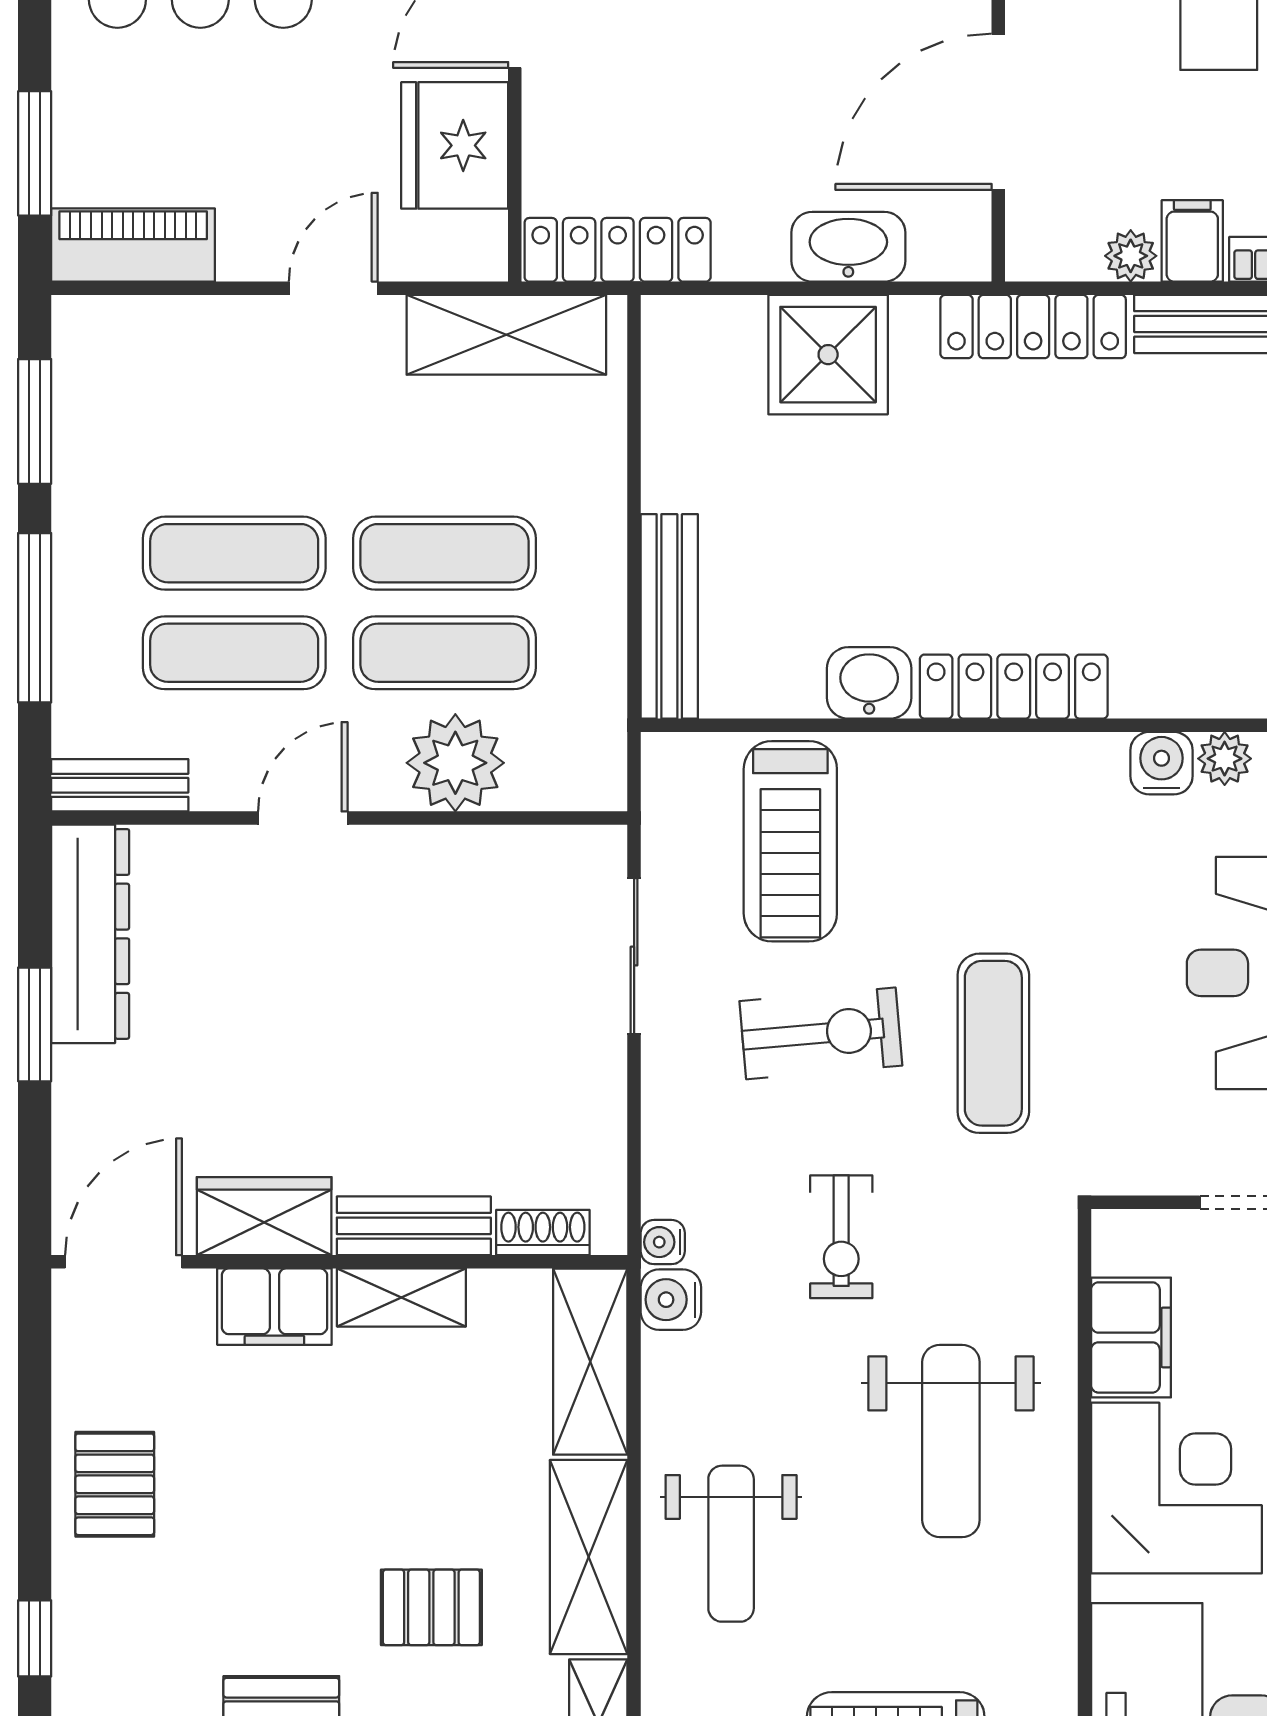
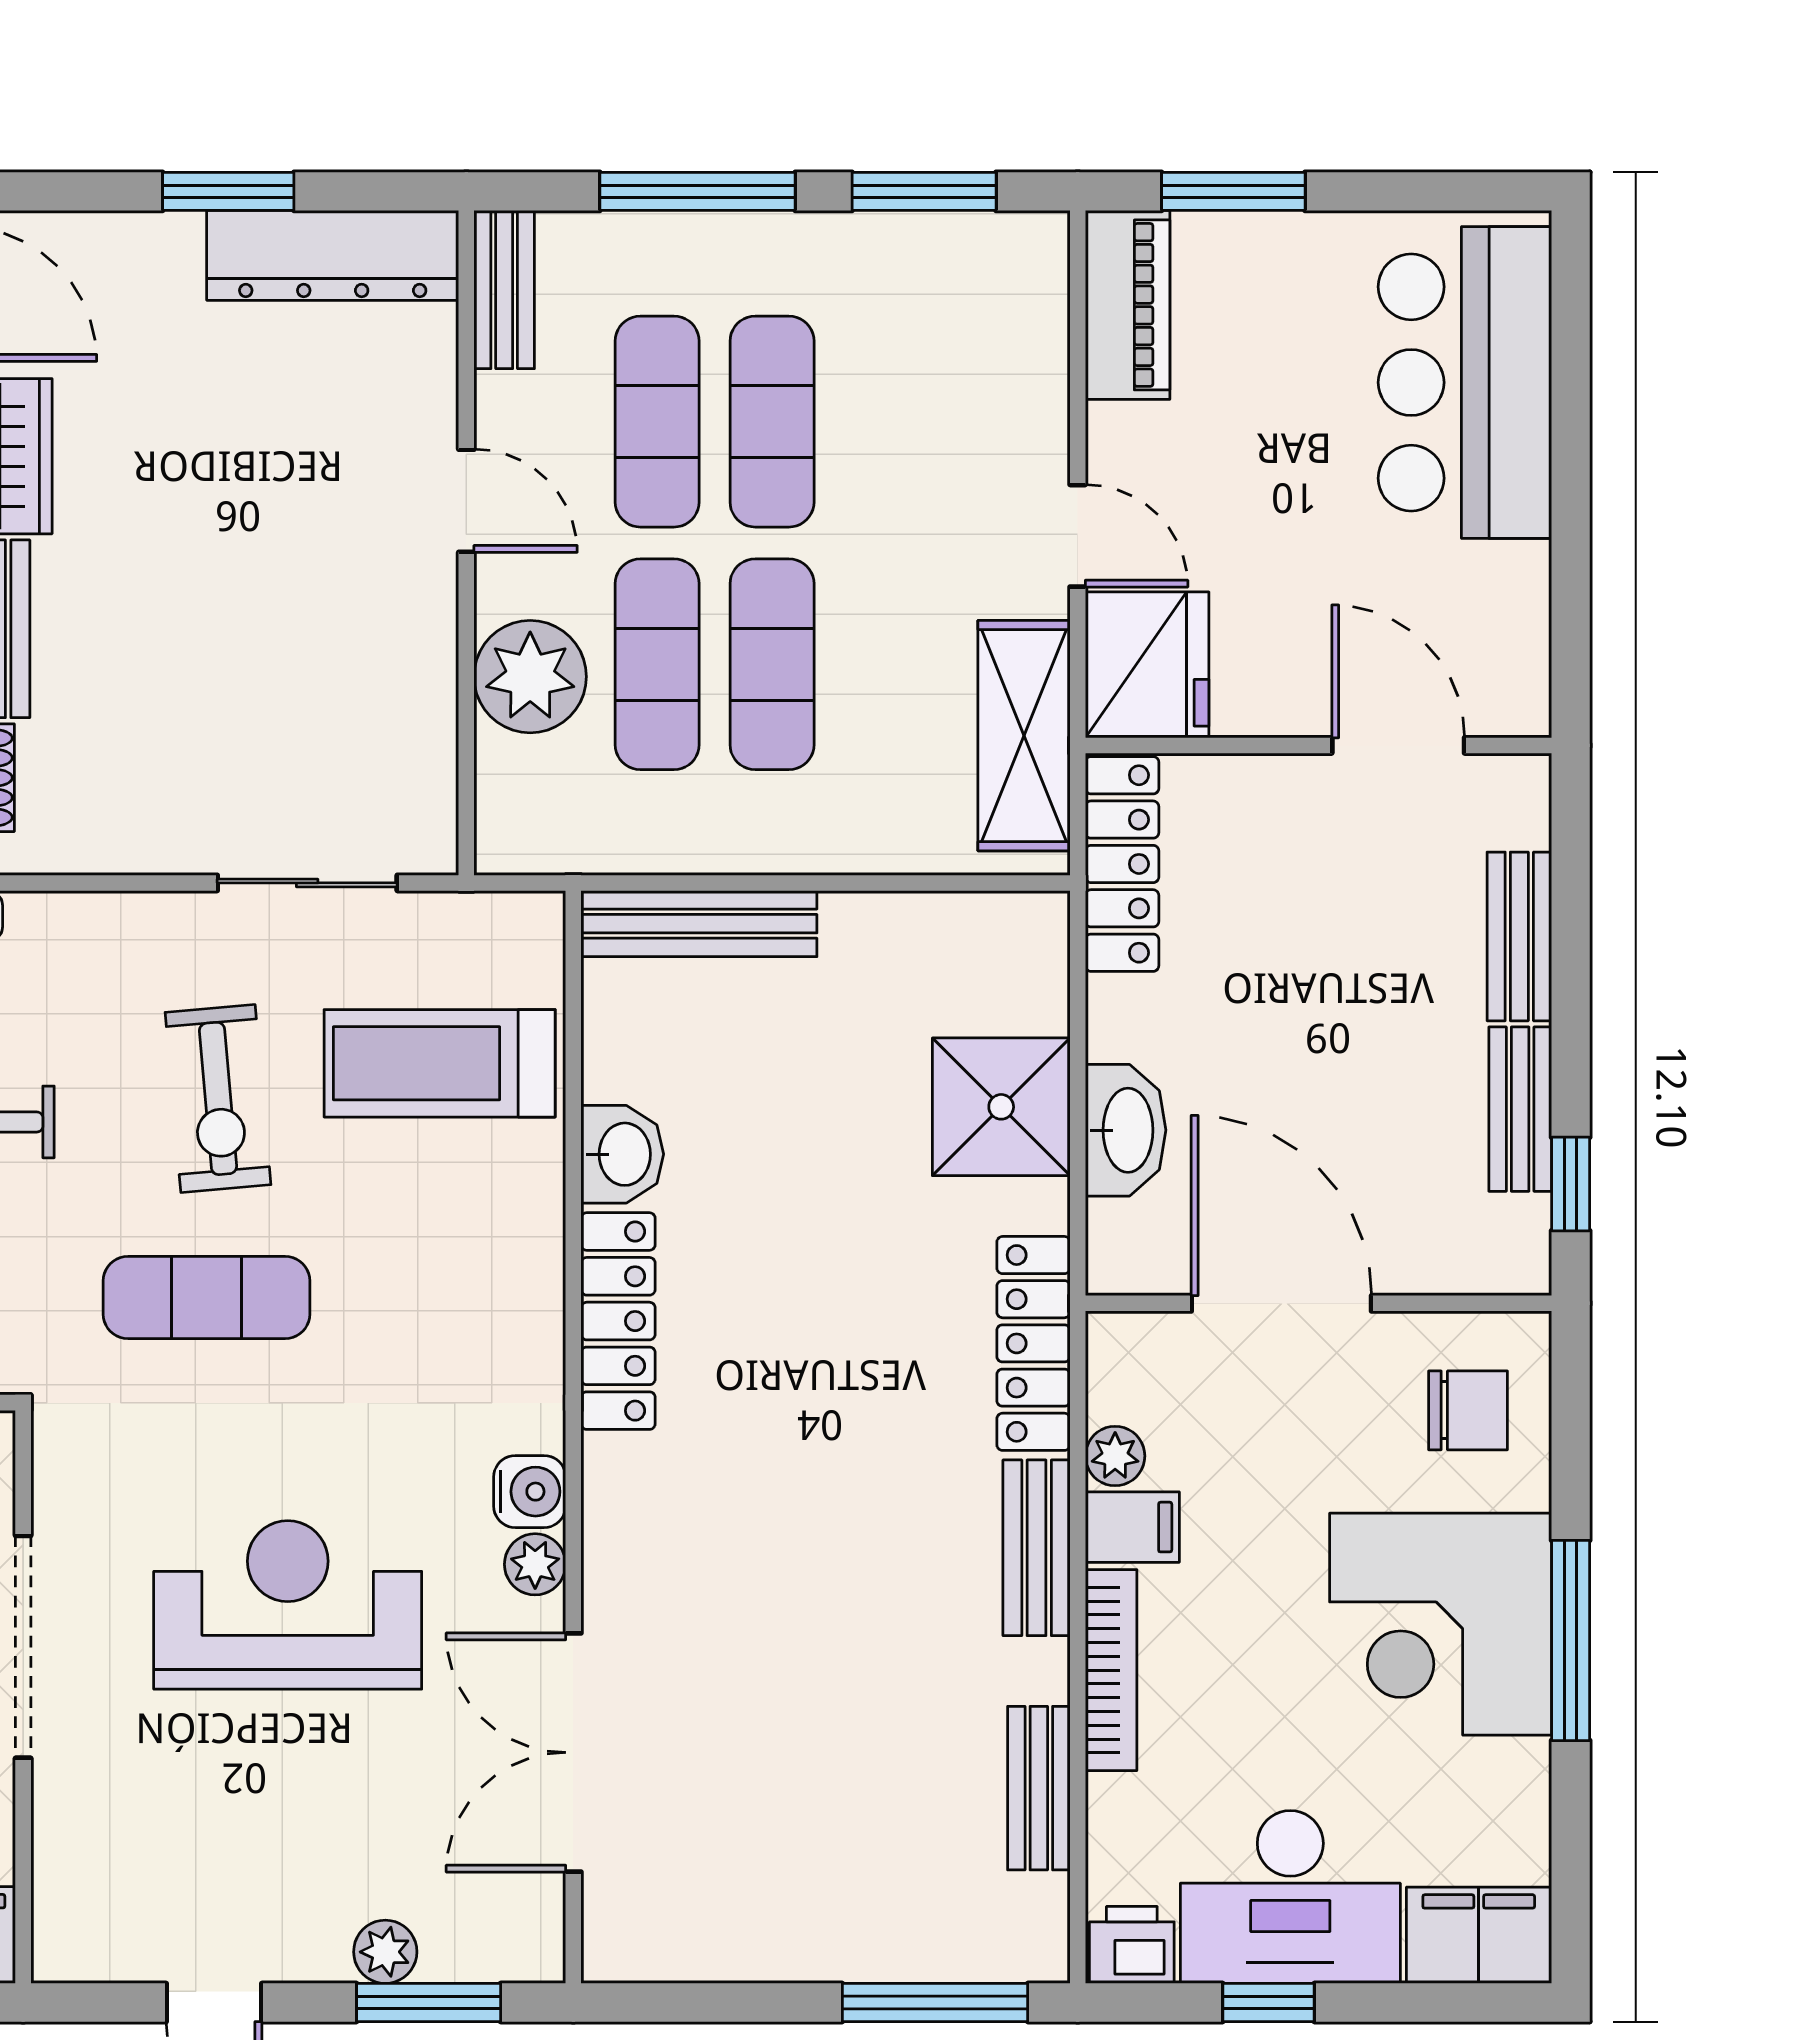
fridge: (455, 145) -> (1147, 665), moved, turned 90

